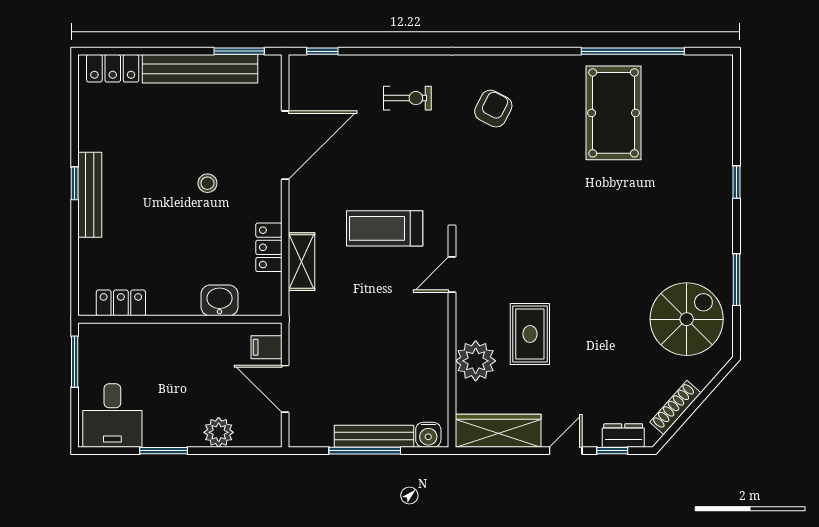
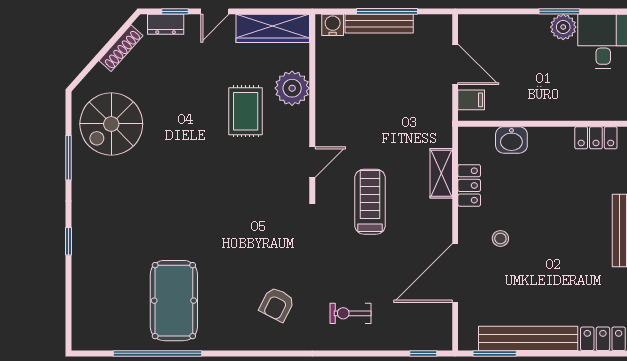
stool: (207, 183) -> (500, 238), moved
treadmill: (385, 228) -> (370, 202), turned -90
plant: (219, 432) -> (563, 27), moved

